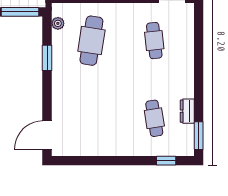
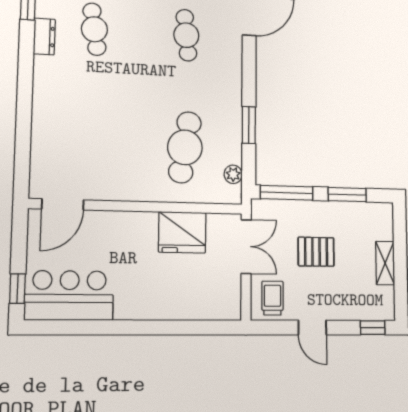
cafe table: (154, 41) -> (186, 35), moved

